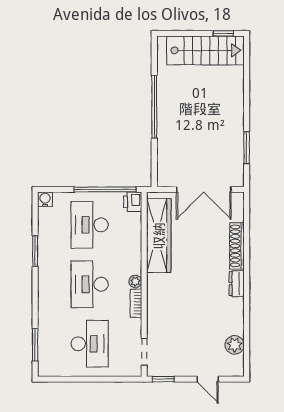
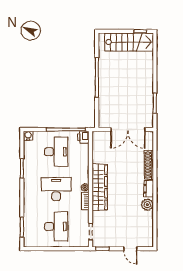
desk: (90, 225) -> (56, 152), turned 180
wardrobe: (159, 236) -> (100, 187), moved
desk: (90, 284) -> (56, 189), turned 90
plant: (235, 345) -> (147, 205), moved

